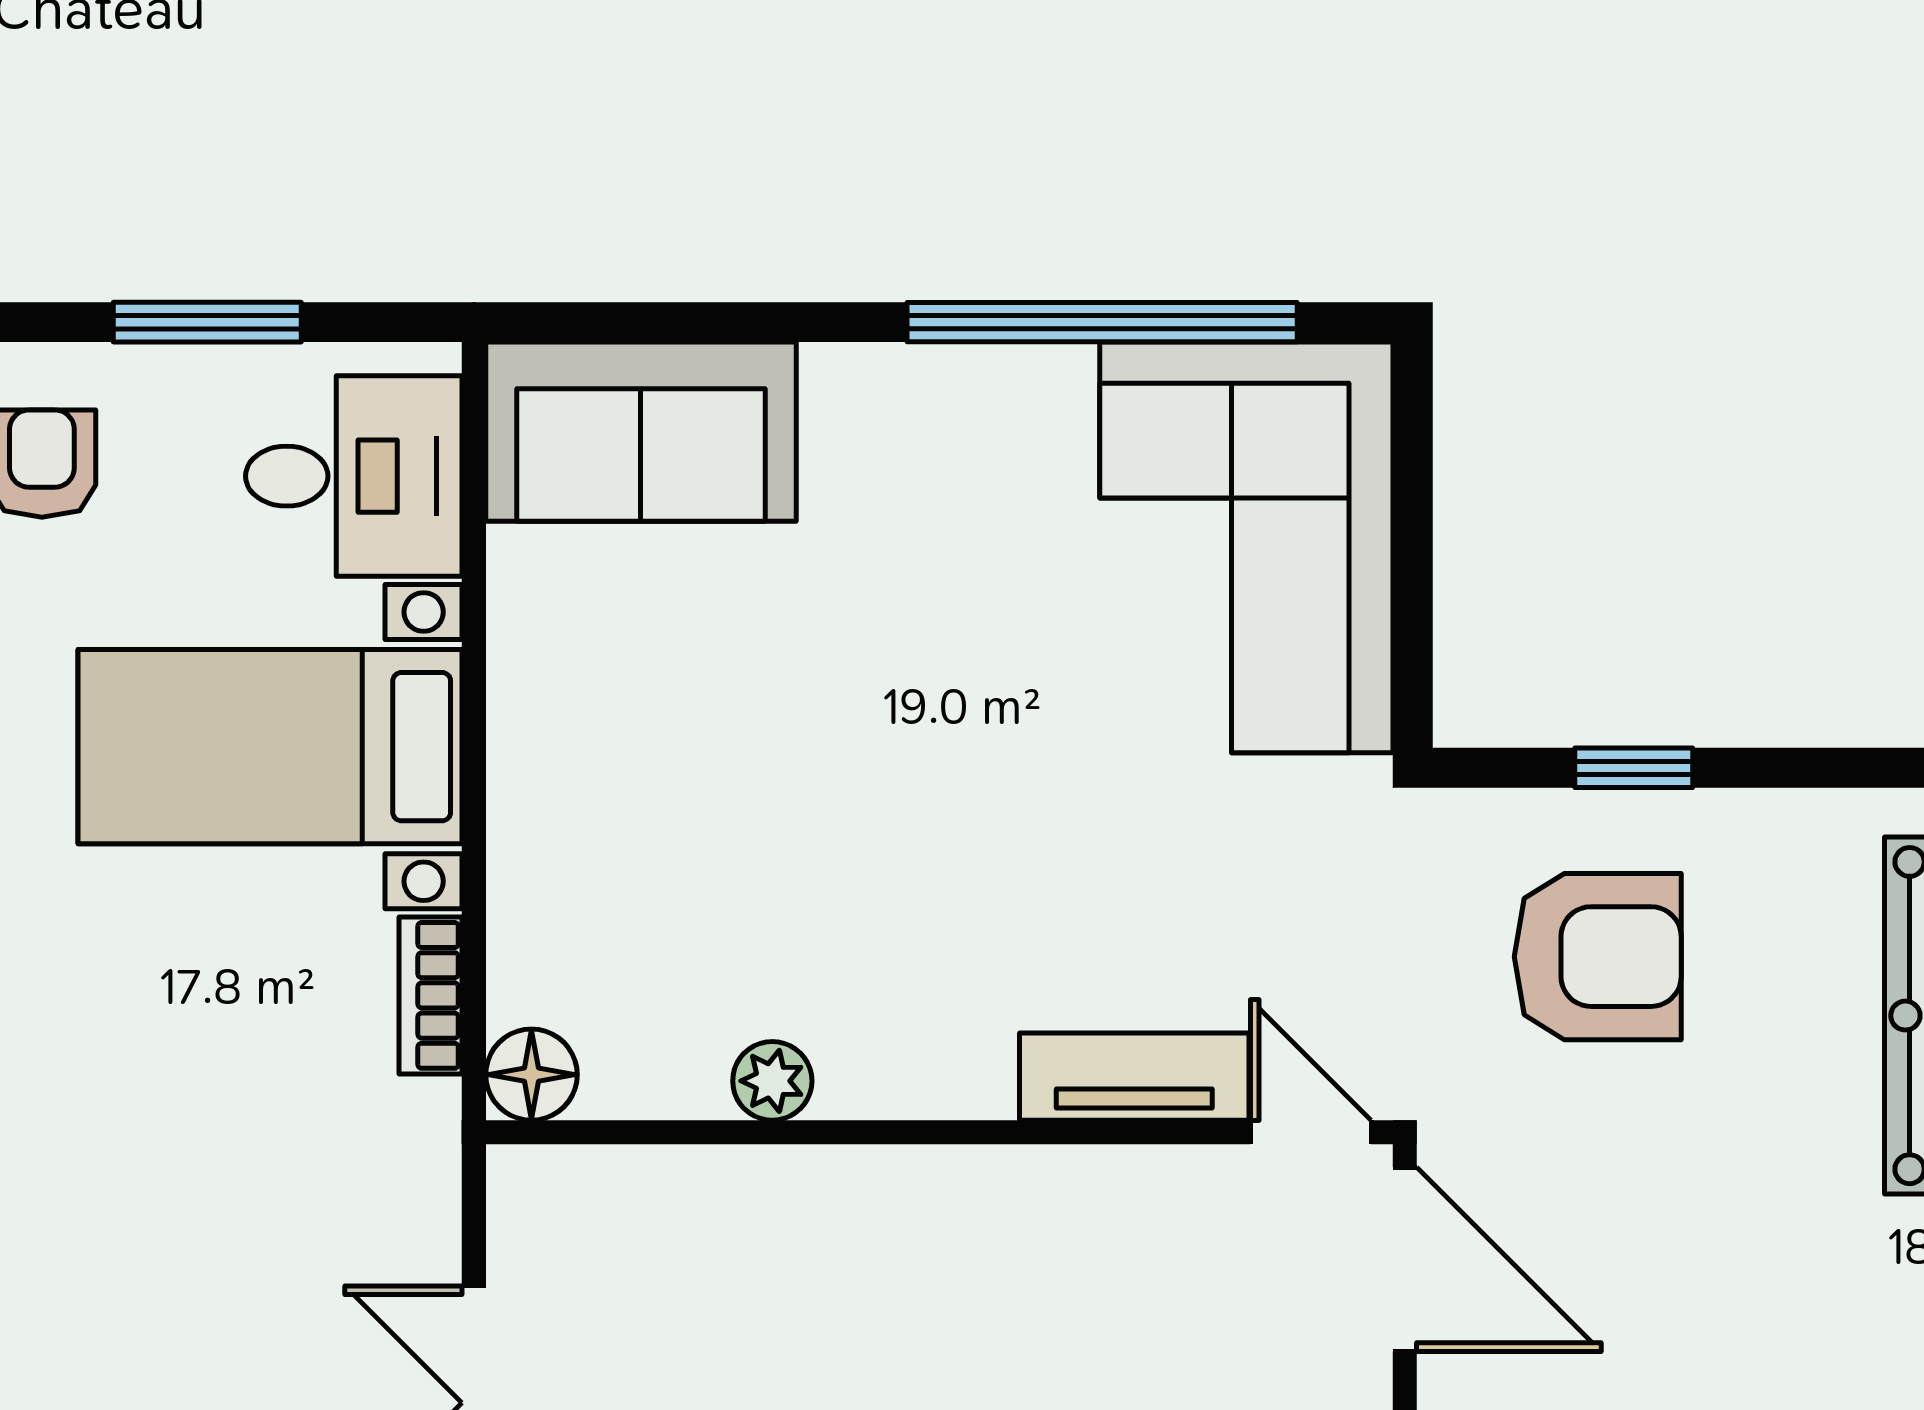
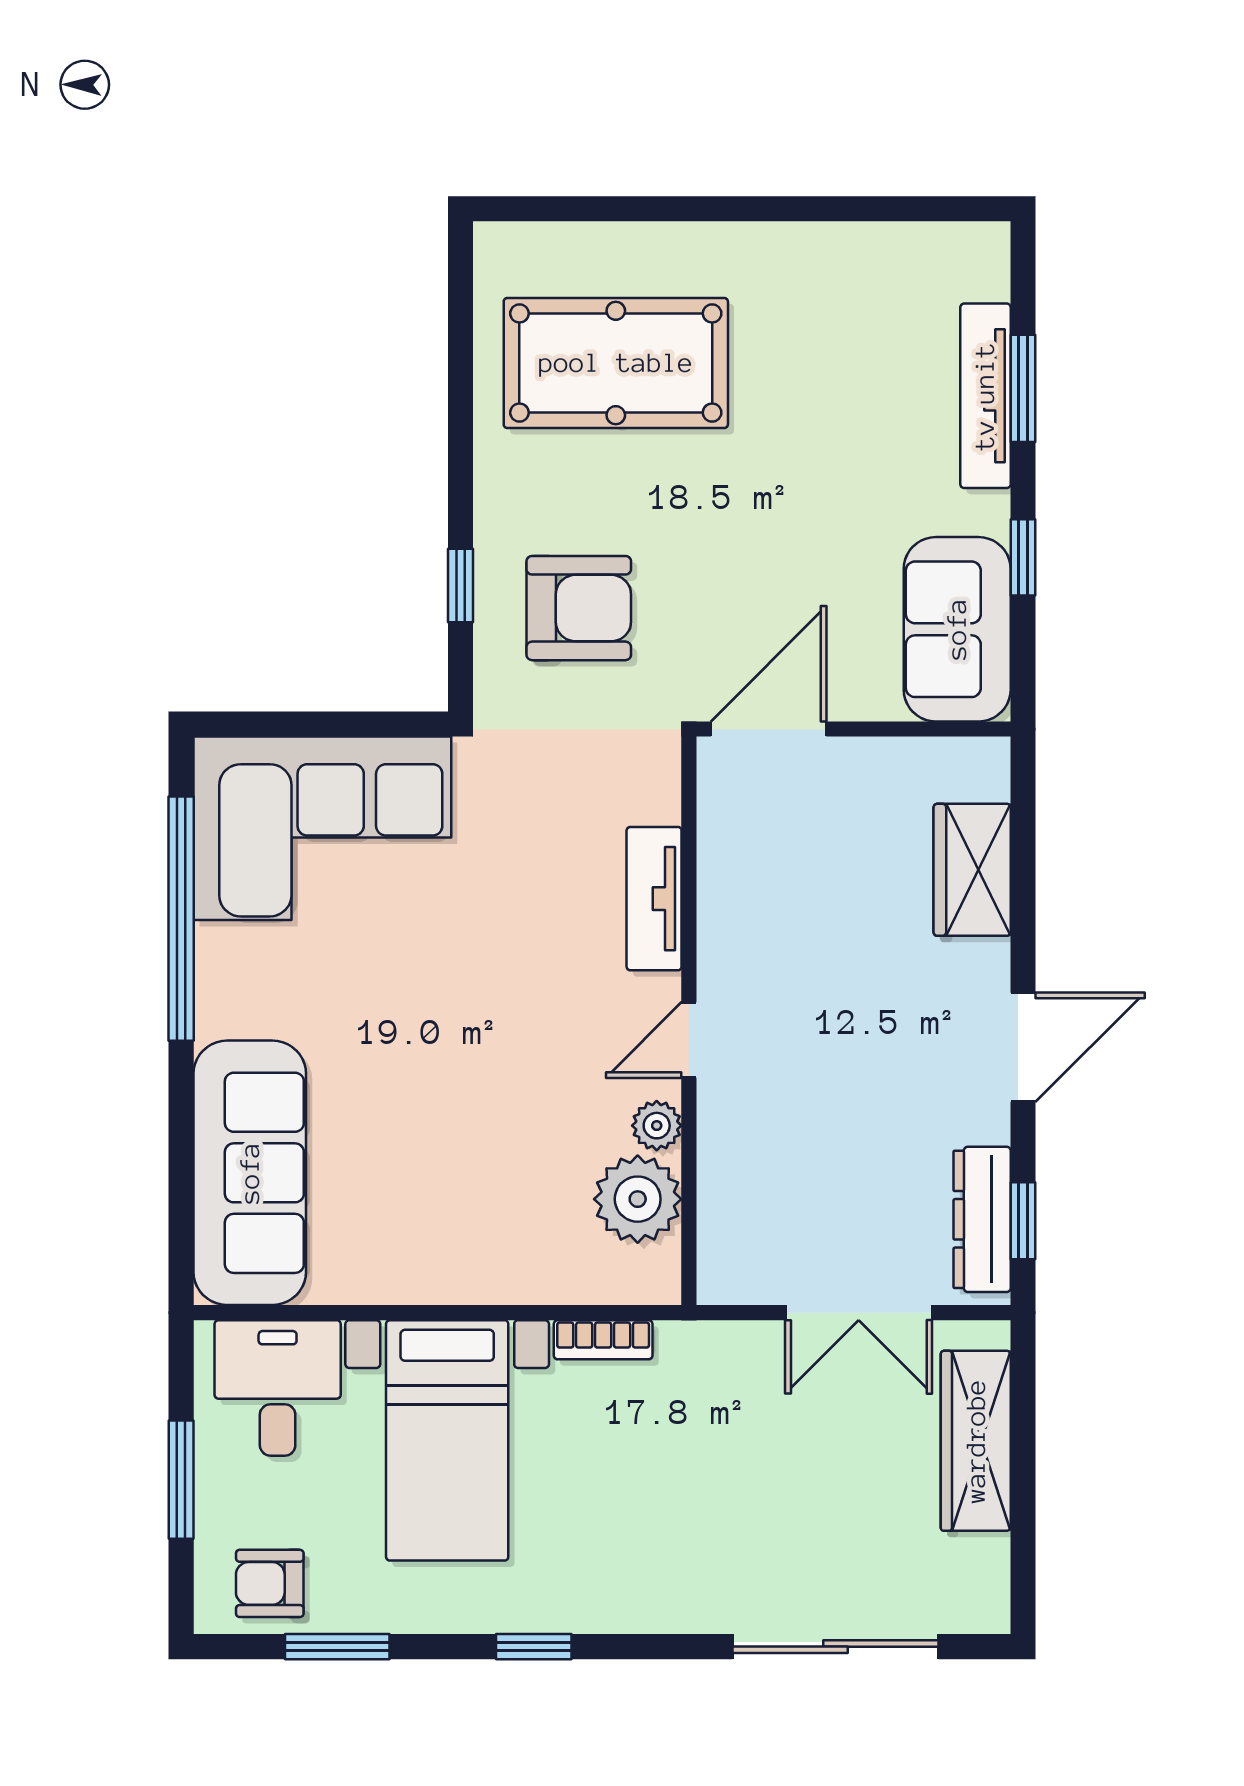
sofa: (641, 432) -> (250, 1173), width x1.36
armchair: (1598, 957) -> (579, 608), turned 90
plant: (655, 1050) -> (638, 1199), added
floor lamp: (531, 1075) -> (653, 1276), removed
door: (1311, 1132) -> (689, 1040), moved

